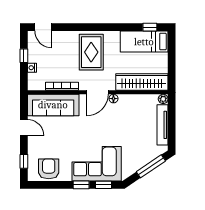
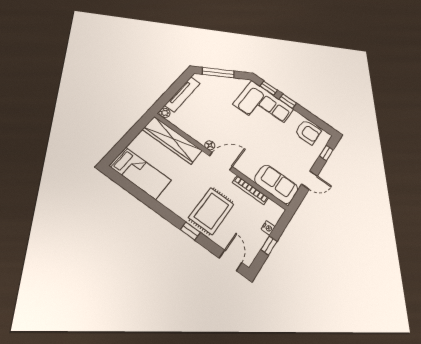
window: (150, 27) -> (190, 231), moved
rug: (91, 52) -> (211, 211), moved
sofa: (53, 105) -> (276, 184), width x0.73
door: (24, 127) -> (309, 180), swing flipped
armchair: (49, 169) -> (308, 132), turned -90

